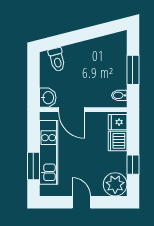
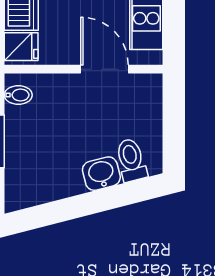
washbasin: (48, 98) -> (101, 174), moved, turned 76

